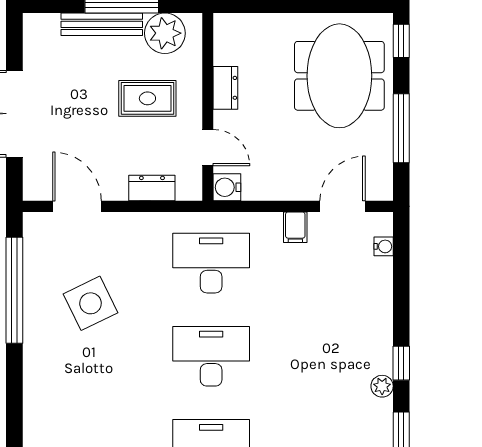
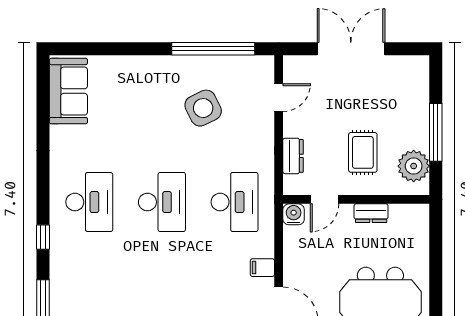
bench: (102, 24) -> (421, 117), removed
door: (77, 206) -> (279, 98), width x0.73

